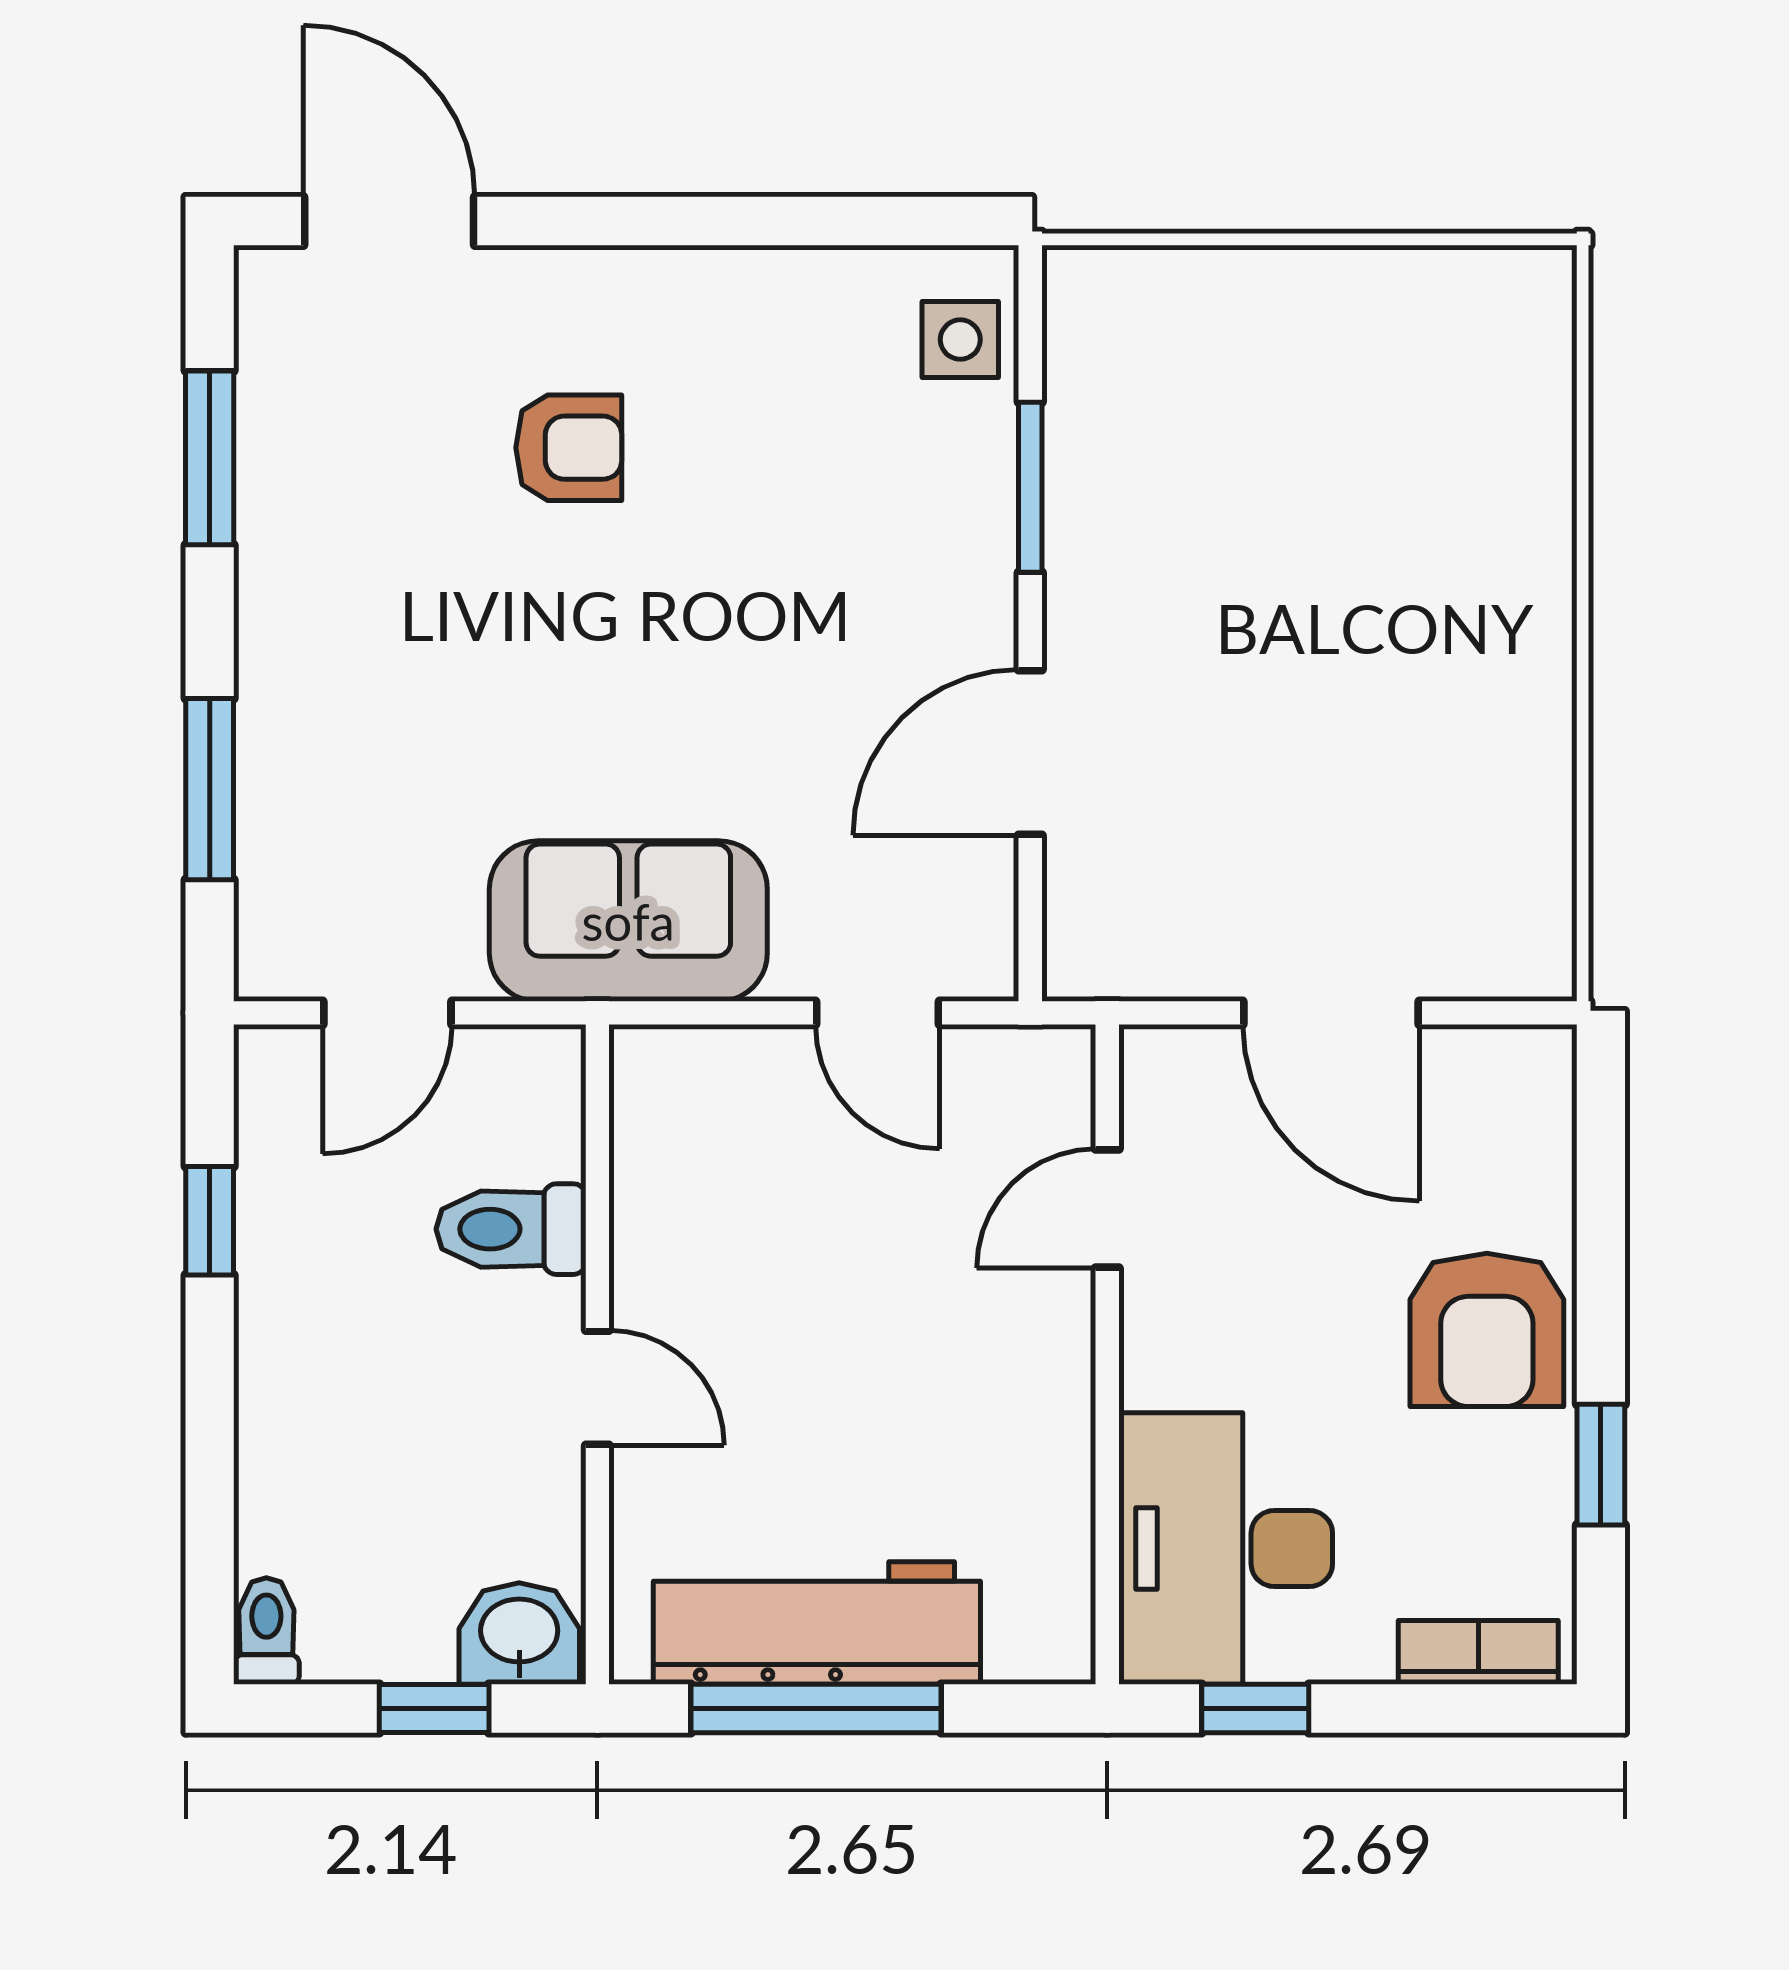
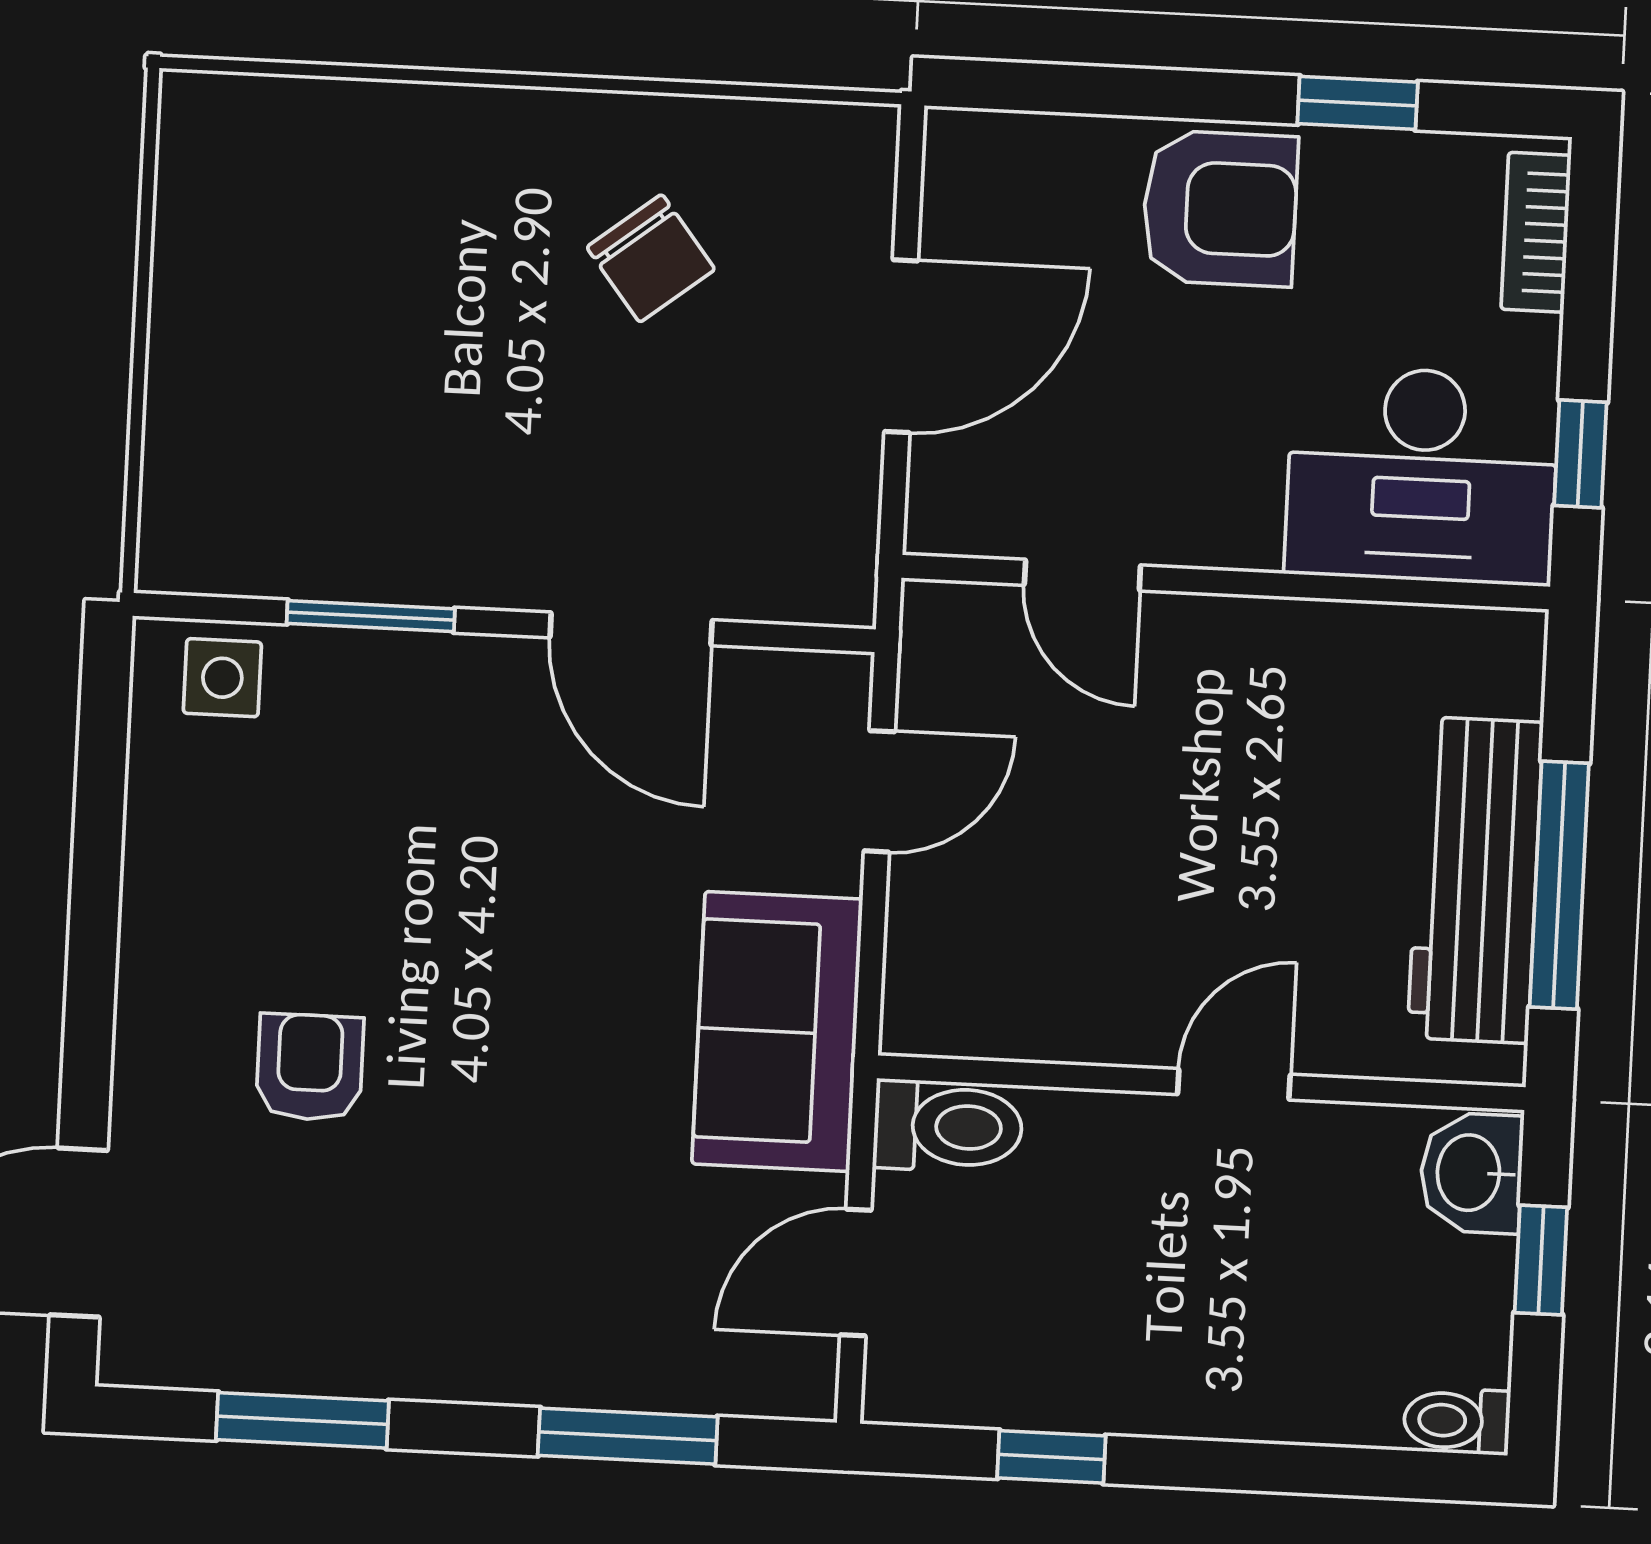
chair: (1408, 754) -> (651, 258), added
door: (387, 1013) -> (856, 1272), swing flipped
toilet: (511, 1229) -> (948, 1126), moved, turned -90

